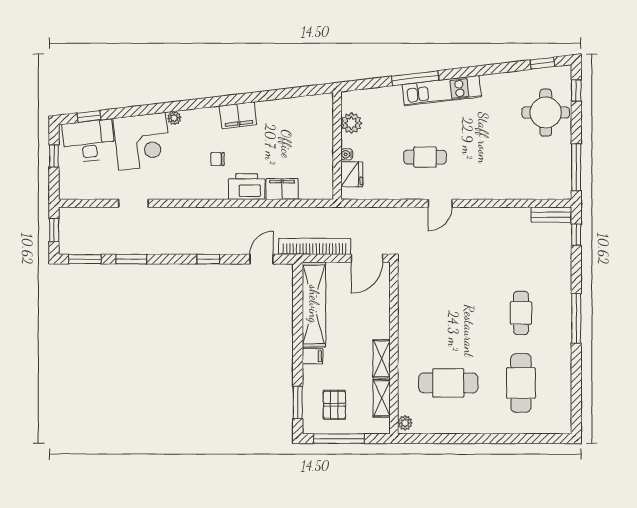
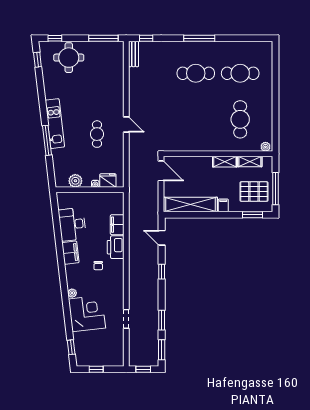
desk: (89, 141) -> (72, 224), moved
bookcase: (315, 246) -> (154, 204), removed
cafe table: (521, 313) -> (196, 73), width x1.37, depth x1.35
pallet: (334, 405) -> (254, 192), width x1.50, depth x1.42

